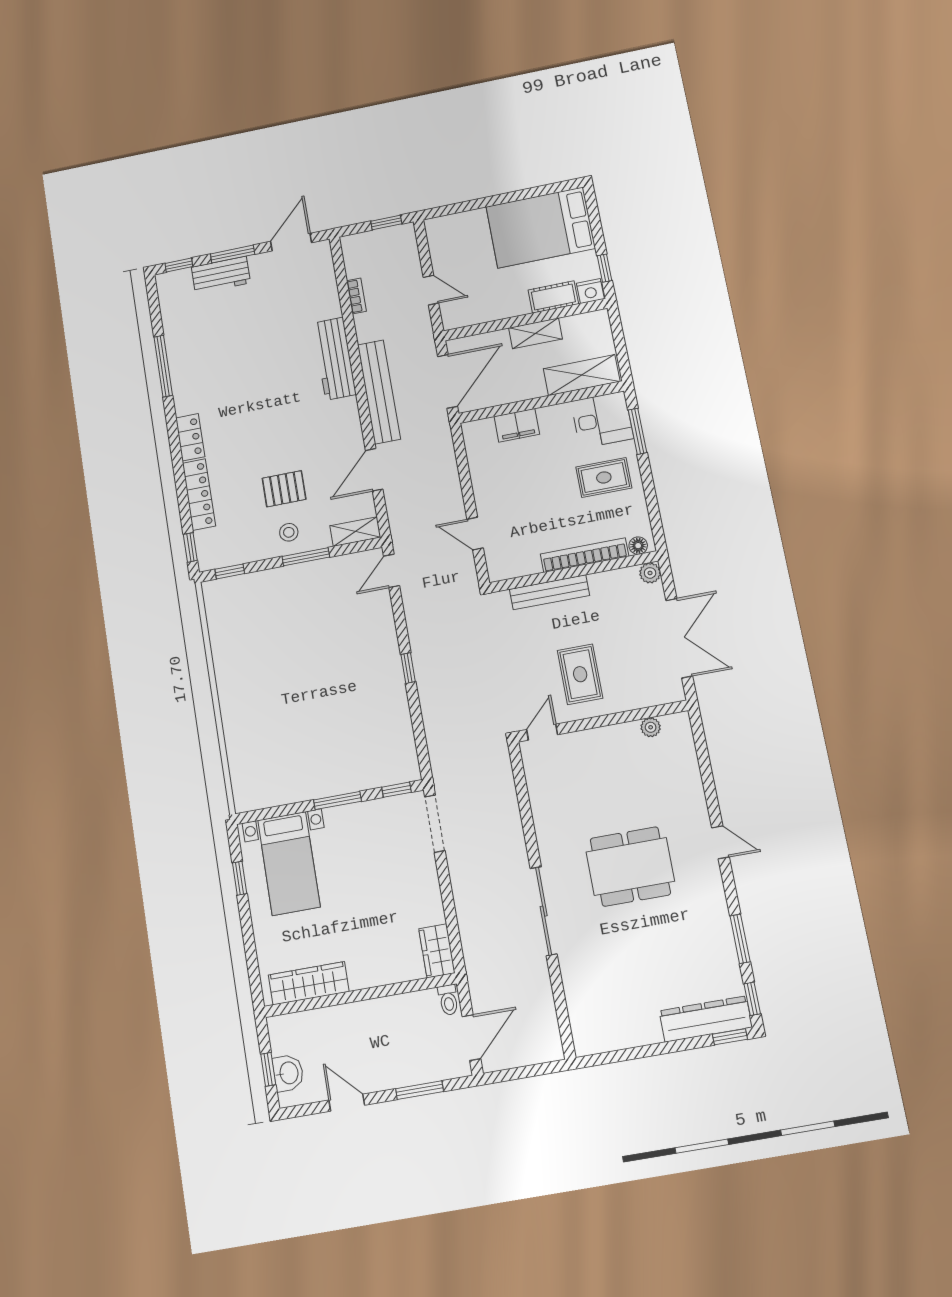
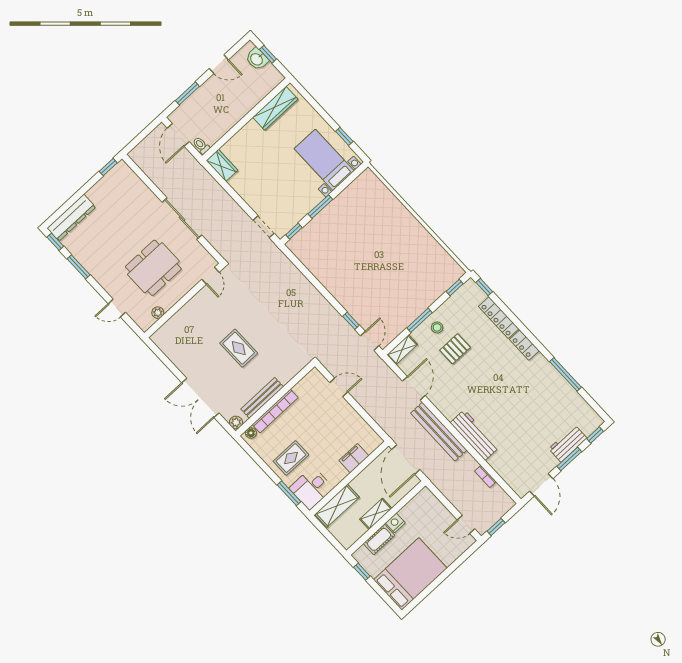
door: (431, 290) -> (466, 524), moved
nightstand: (590, 291) -> (395, 523), moved
bench: (549, 592) -> (262, 398), moved
window: (408, 668) -> (351, 321), moved
wall: (602, 721) -> (184, 300), moved
plant: (651, 727) -> (158, 313), moved
door: (542, 732) -> (210, 276), moved
doorway: (435, 824) -> (264, 227), width x0.73
window: (730, 1037) -> (108, 167), moved

